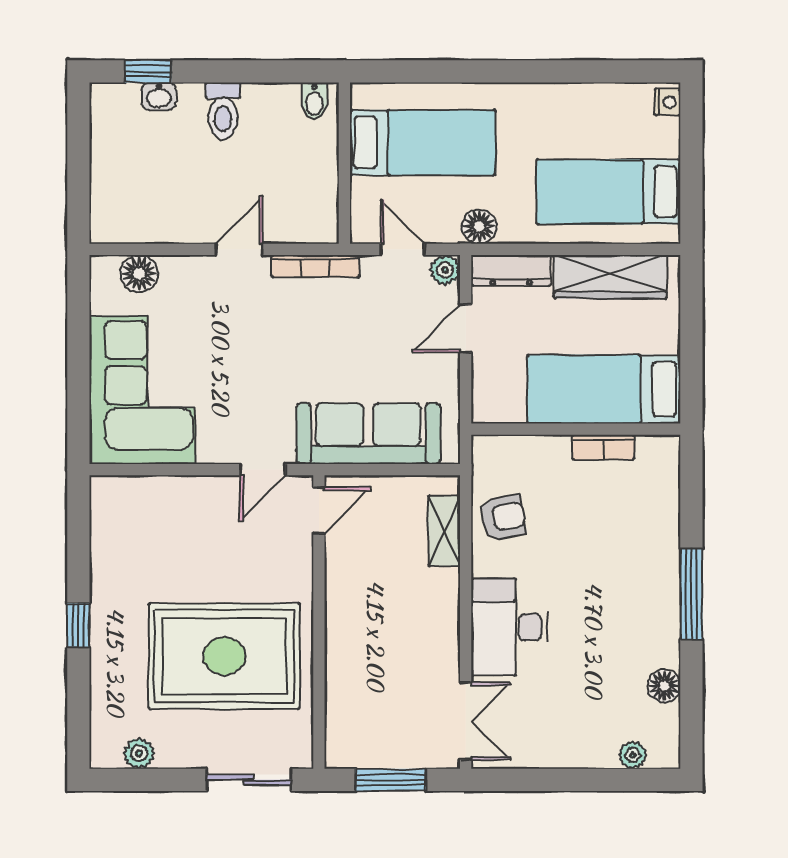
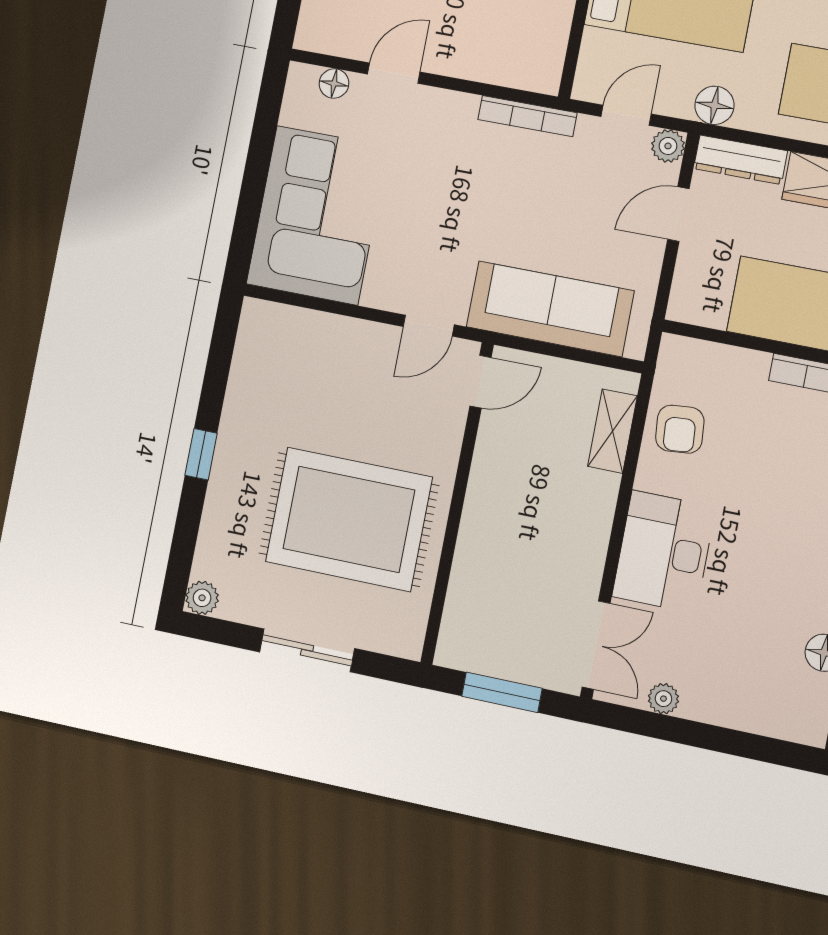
door: (239, 249) -> (394, 73), moved
door: (403, 249) -> (626, 115), hinge flipped
floor lamp: (139, 274) -> (334, 83), width x0.73, depth x0.73
armchair: (503, 517) -> (680, 429), turned 96
plant: (139, 753) -> (202, 598), moved
plant: (633, 755) -> (663, 699), moved
sliding door: (249, 780) -> (307, 650), moved

